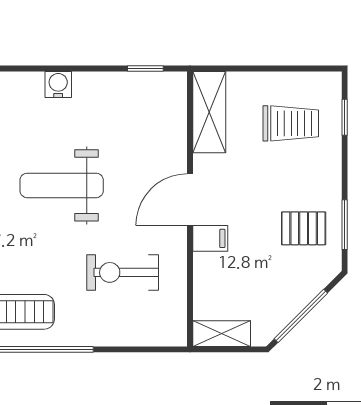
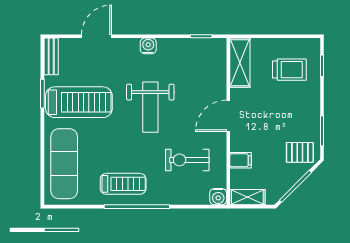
weight bench: (62, 185) -> (150, 107), turned -90
pallet: (304, 228) -> (300, 152), moved
filing cabinet: (210, 238) -> (240, 160), moved
water cooler: (173, 333) -> (218, 197), added

